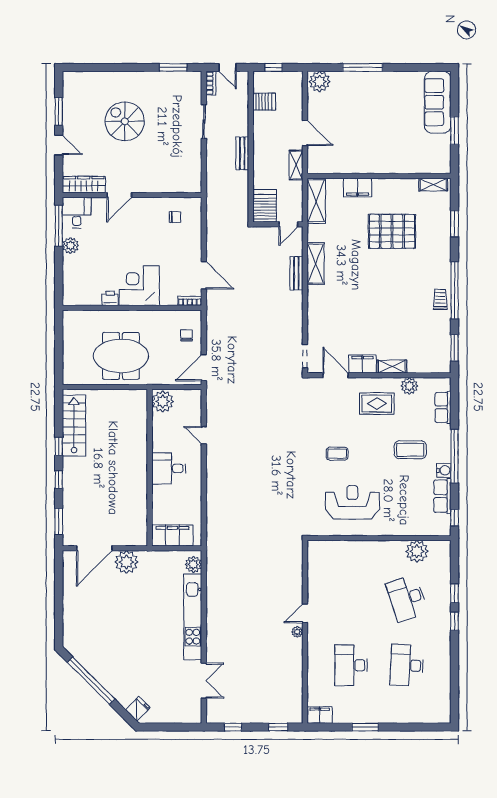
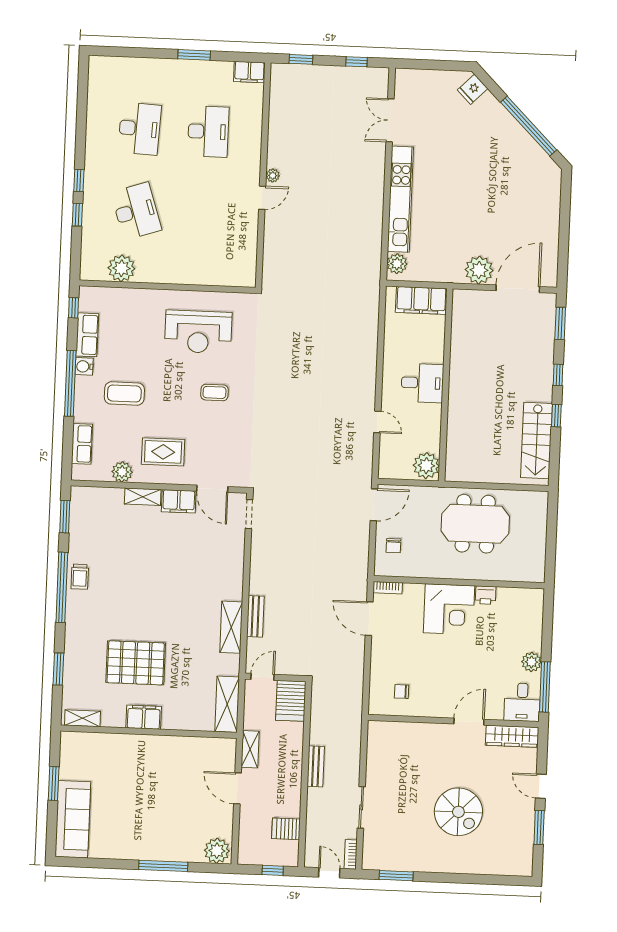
filing cabinet: (358, 187) -> (144, 717), moved

